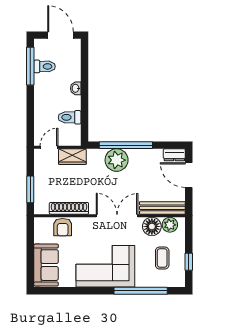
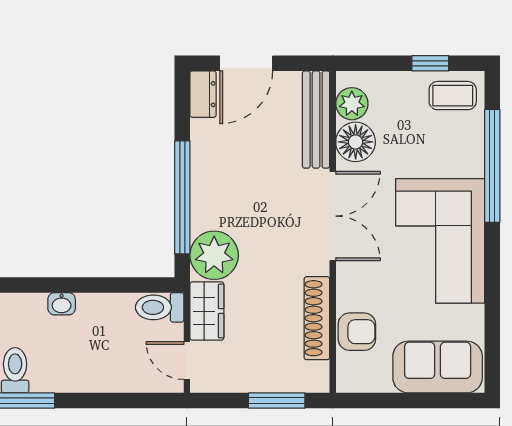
toilet: (70, 117) -> (160, 307), moved, turned 90
plant: (117, 160) -> (214, 255), moved
double door: (117, 216) -> (333, 216), swing flipped
coffee table: (162, 258) -> (453, 96), moved

